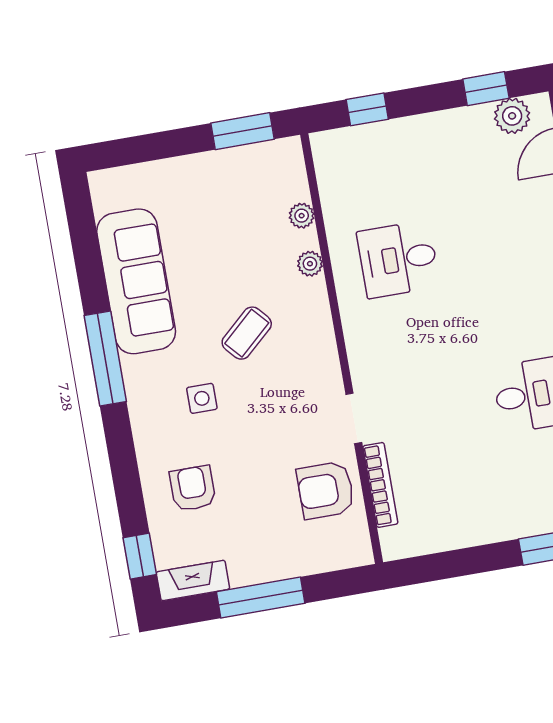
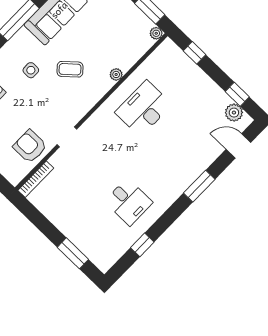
plant: (302, 216) -> (156, 33), moved
desk: (398, 259) -> (143, 109), width x1.37
bookcase: (380, 485) -> (36, 179), moved

